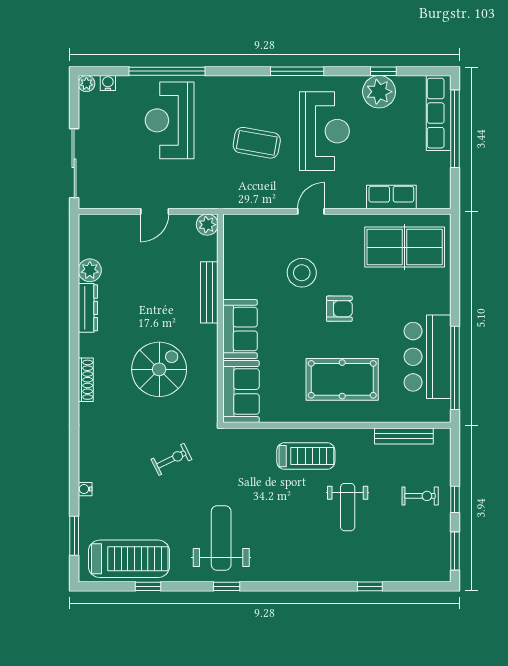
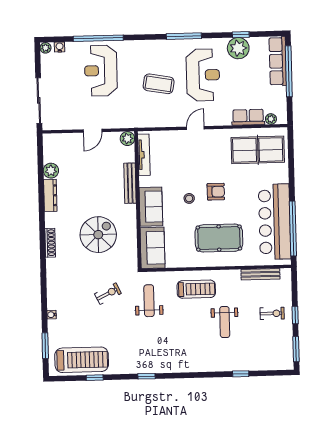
plant: (426, 201) -> (271, 119), added
tv unit: (232, 250) -> (144, 155), added
stool: (302, 273) -> (189, 198), moved, width x0.53, depth x0.53
bar counter: (427, 357) -> (275, 222), width x1.36
weight bench: (221, 538) -> (149, 301), moved, width x0.73, depth x0.75

